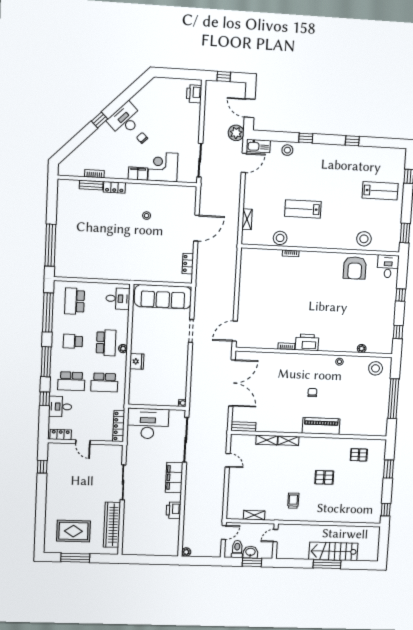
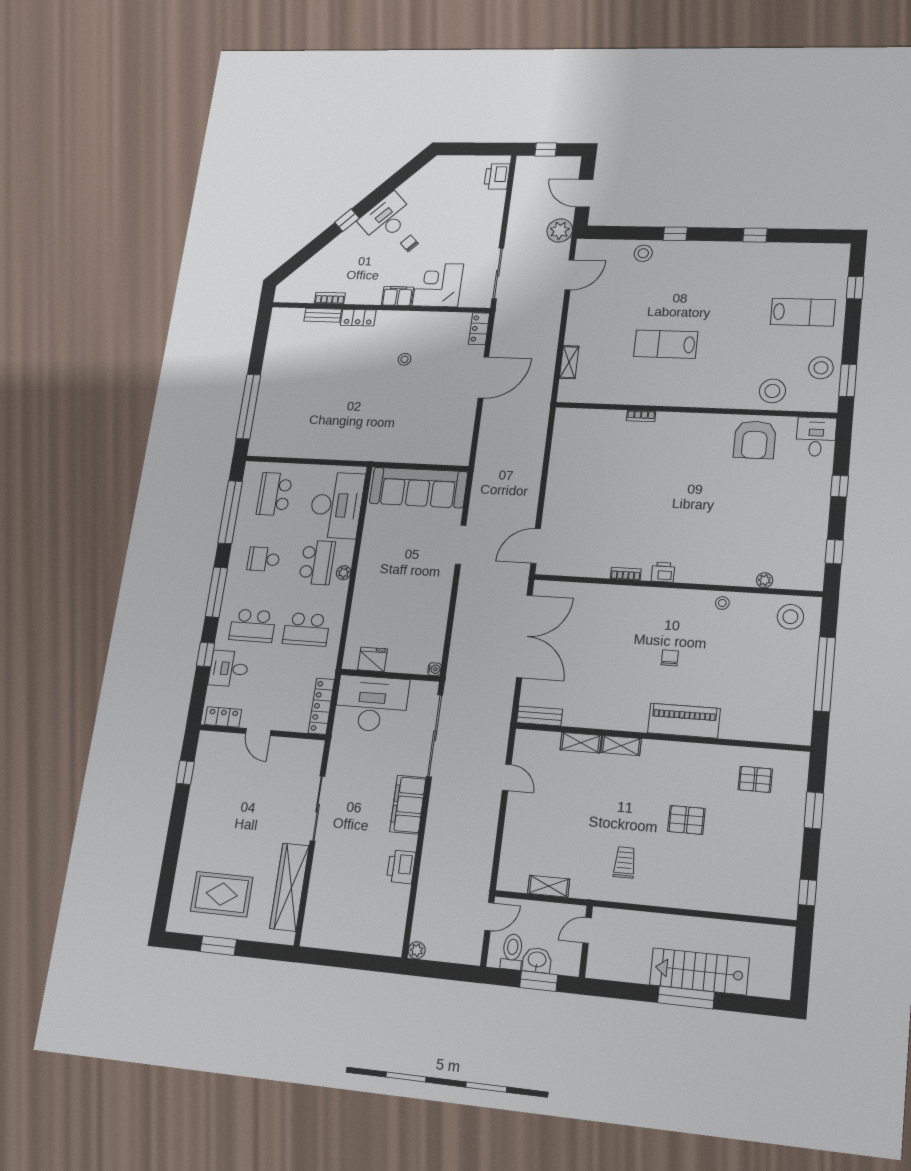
kitchen sink: (258, 146) -> (595, 249), removed
stool: (280, 238) -> (821, 368), moved
locker: (188, 264) -> (479, 329), moved
desk: (118, 299) -> (336, 505), width x1.87, depth x1.30
printer: (307, 342) -> (663, 572), width x0.53, depth x0.68
fridge: (137, 361) -> (372, 659), moved, turned -90
window: (75, 558) -> (218, 946), width x0.69

